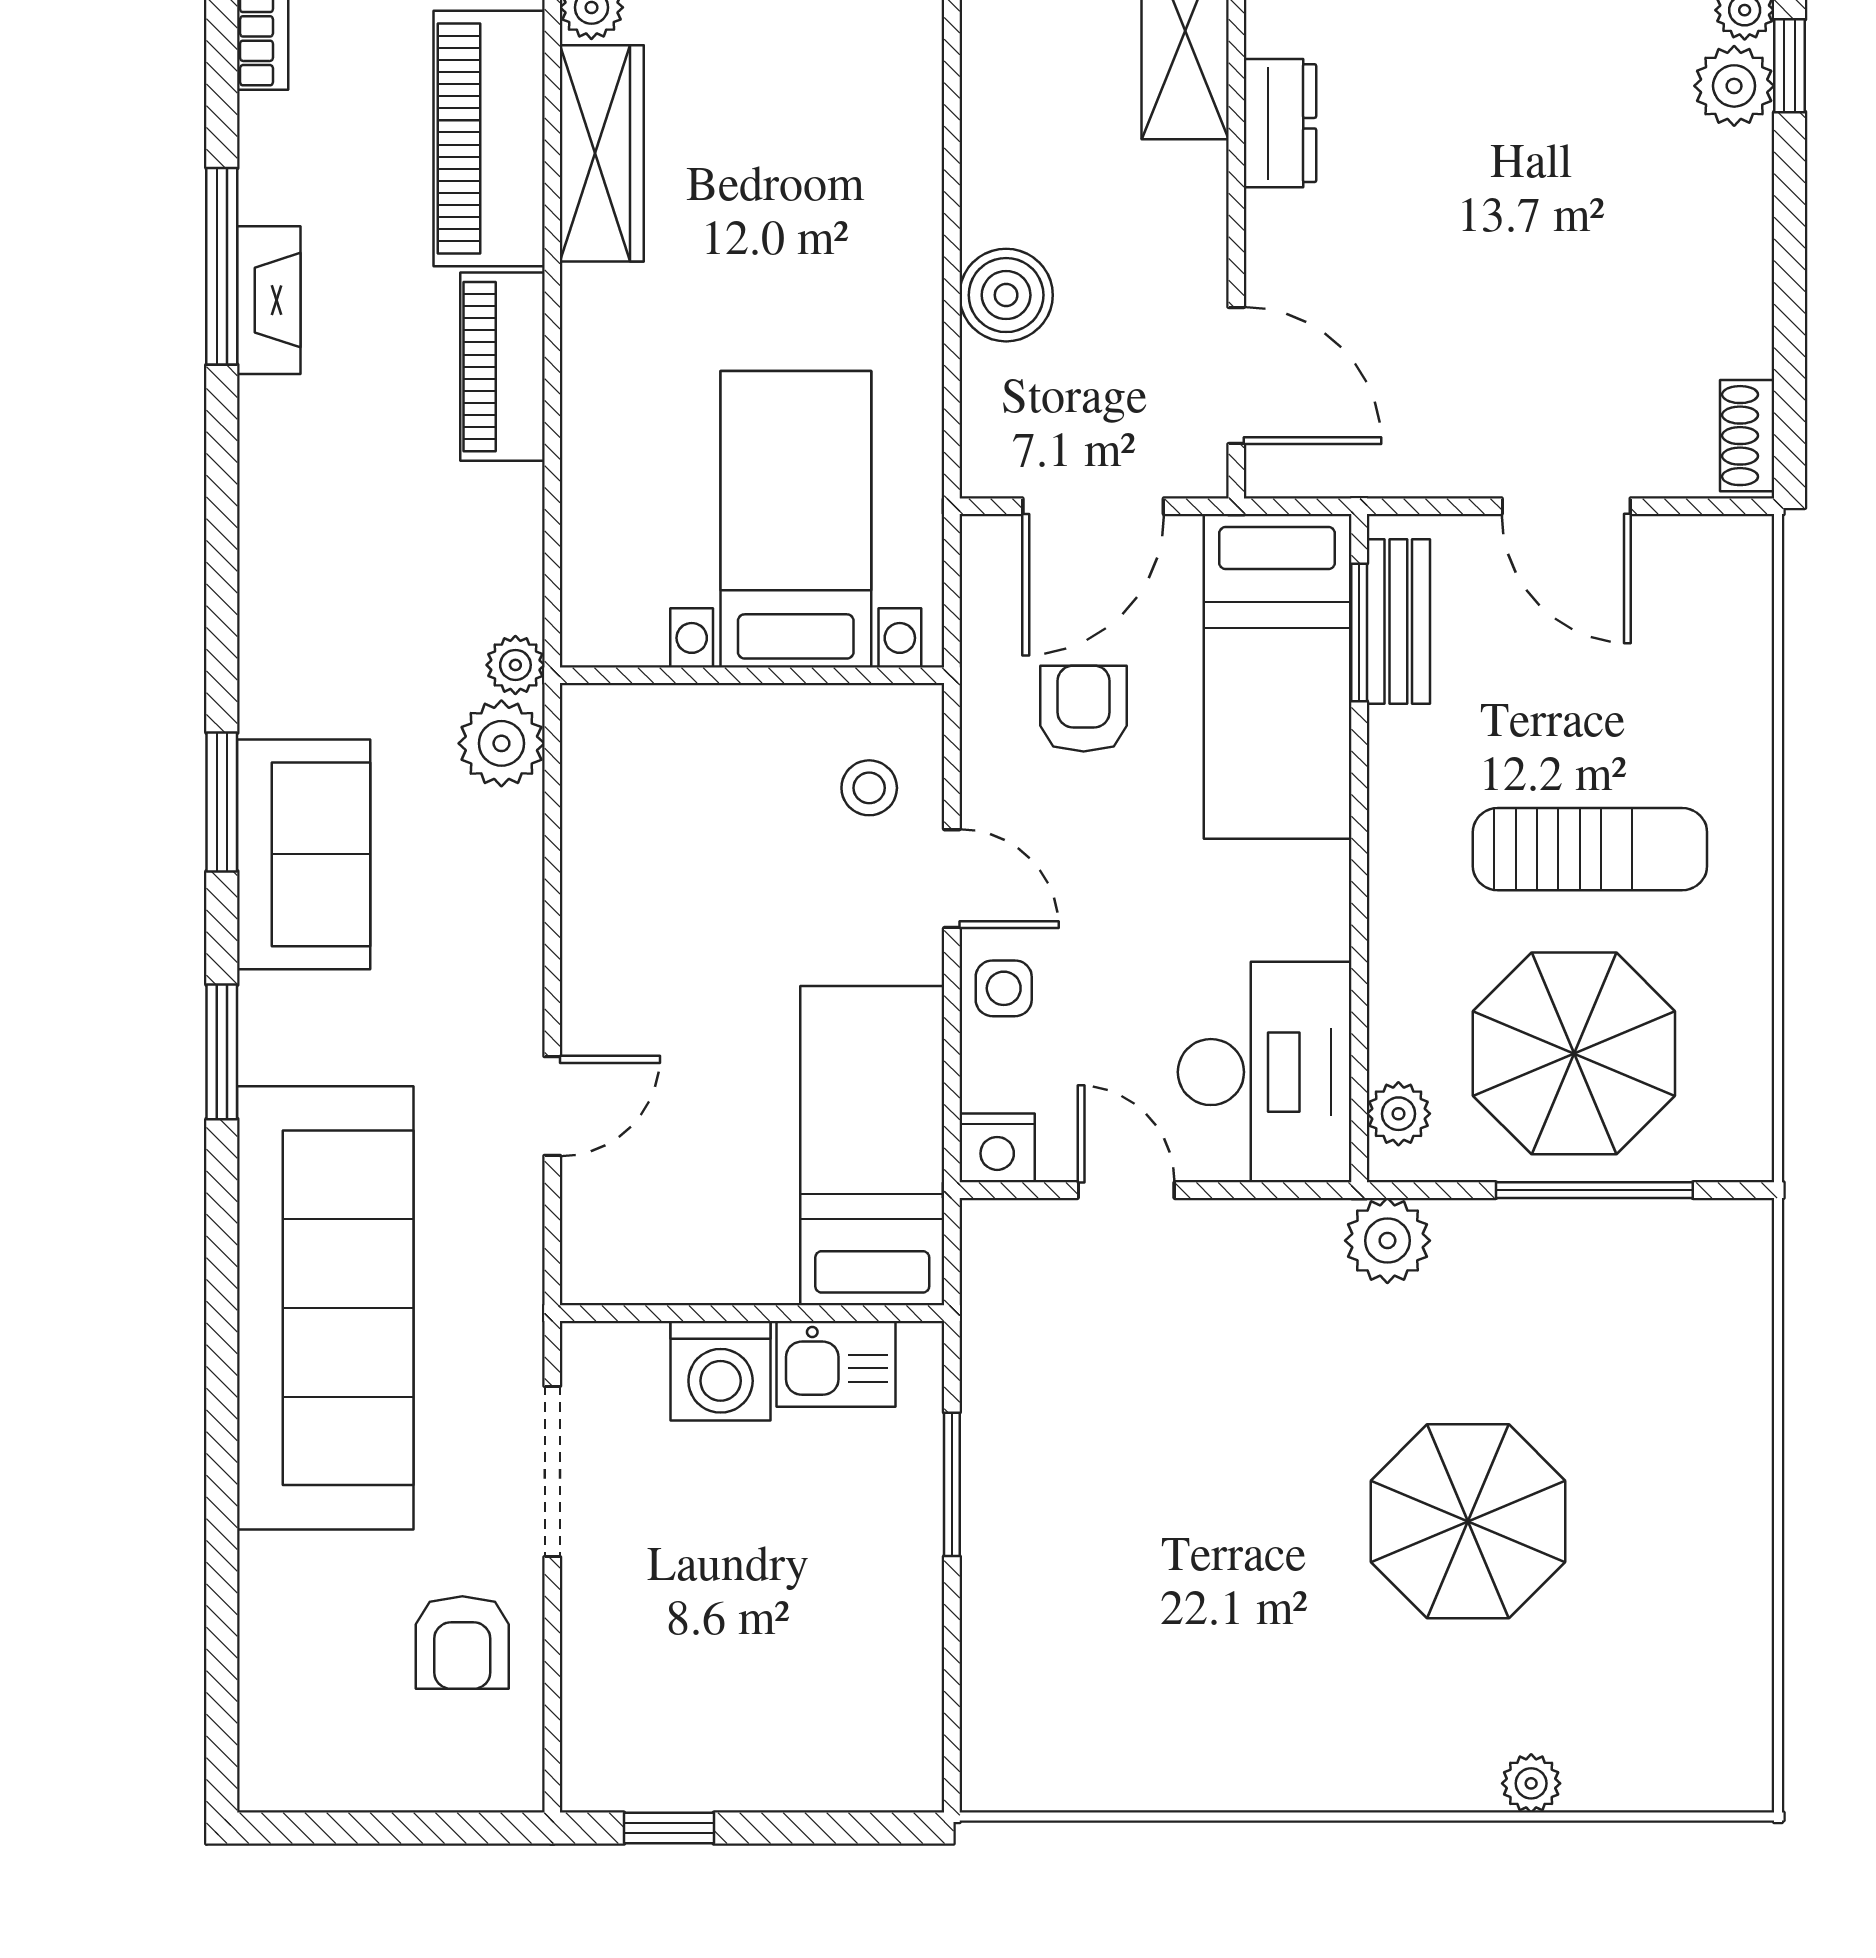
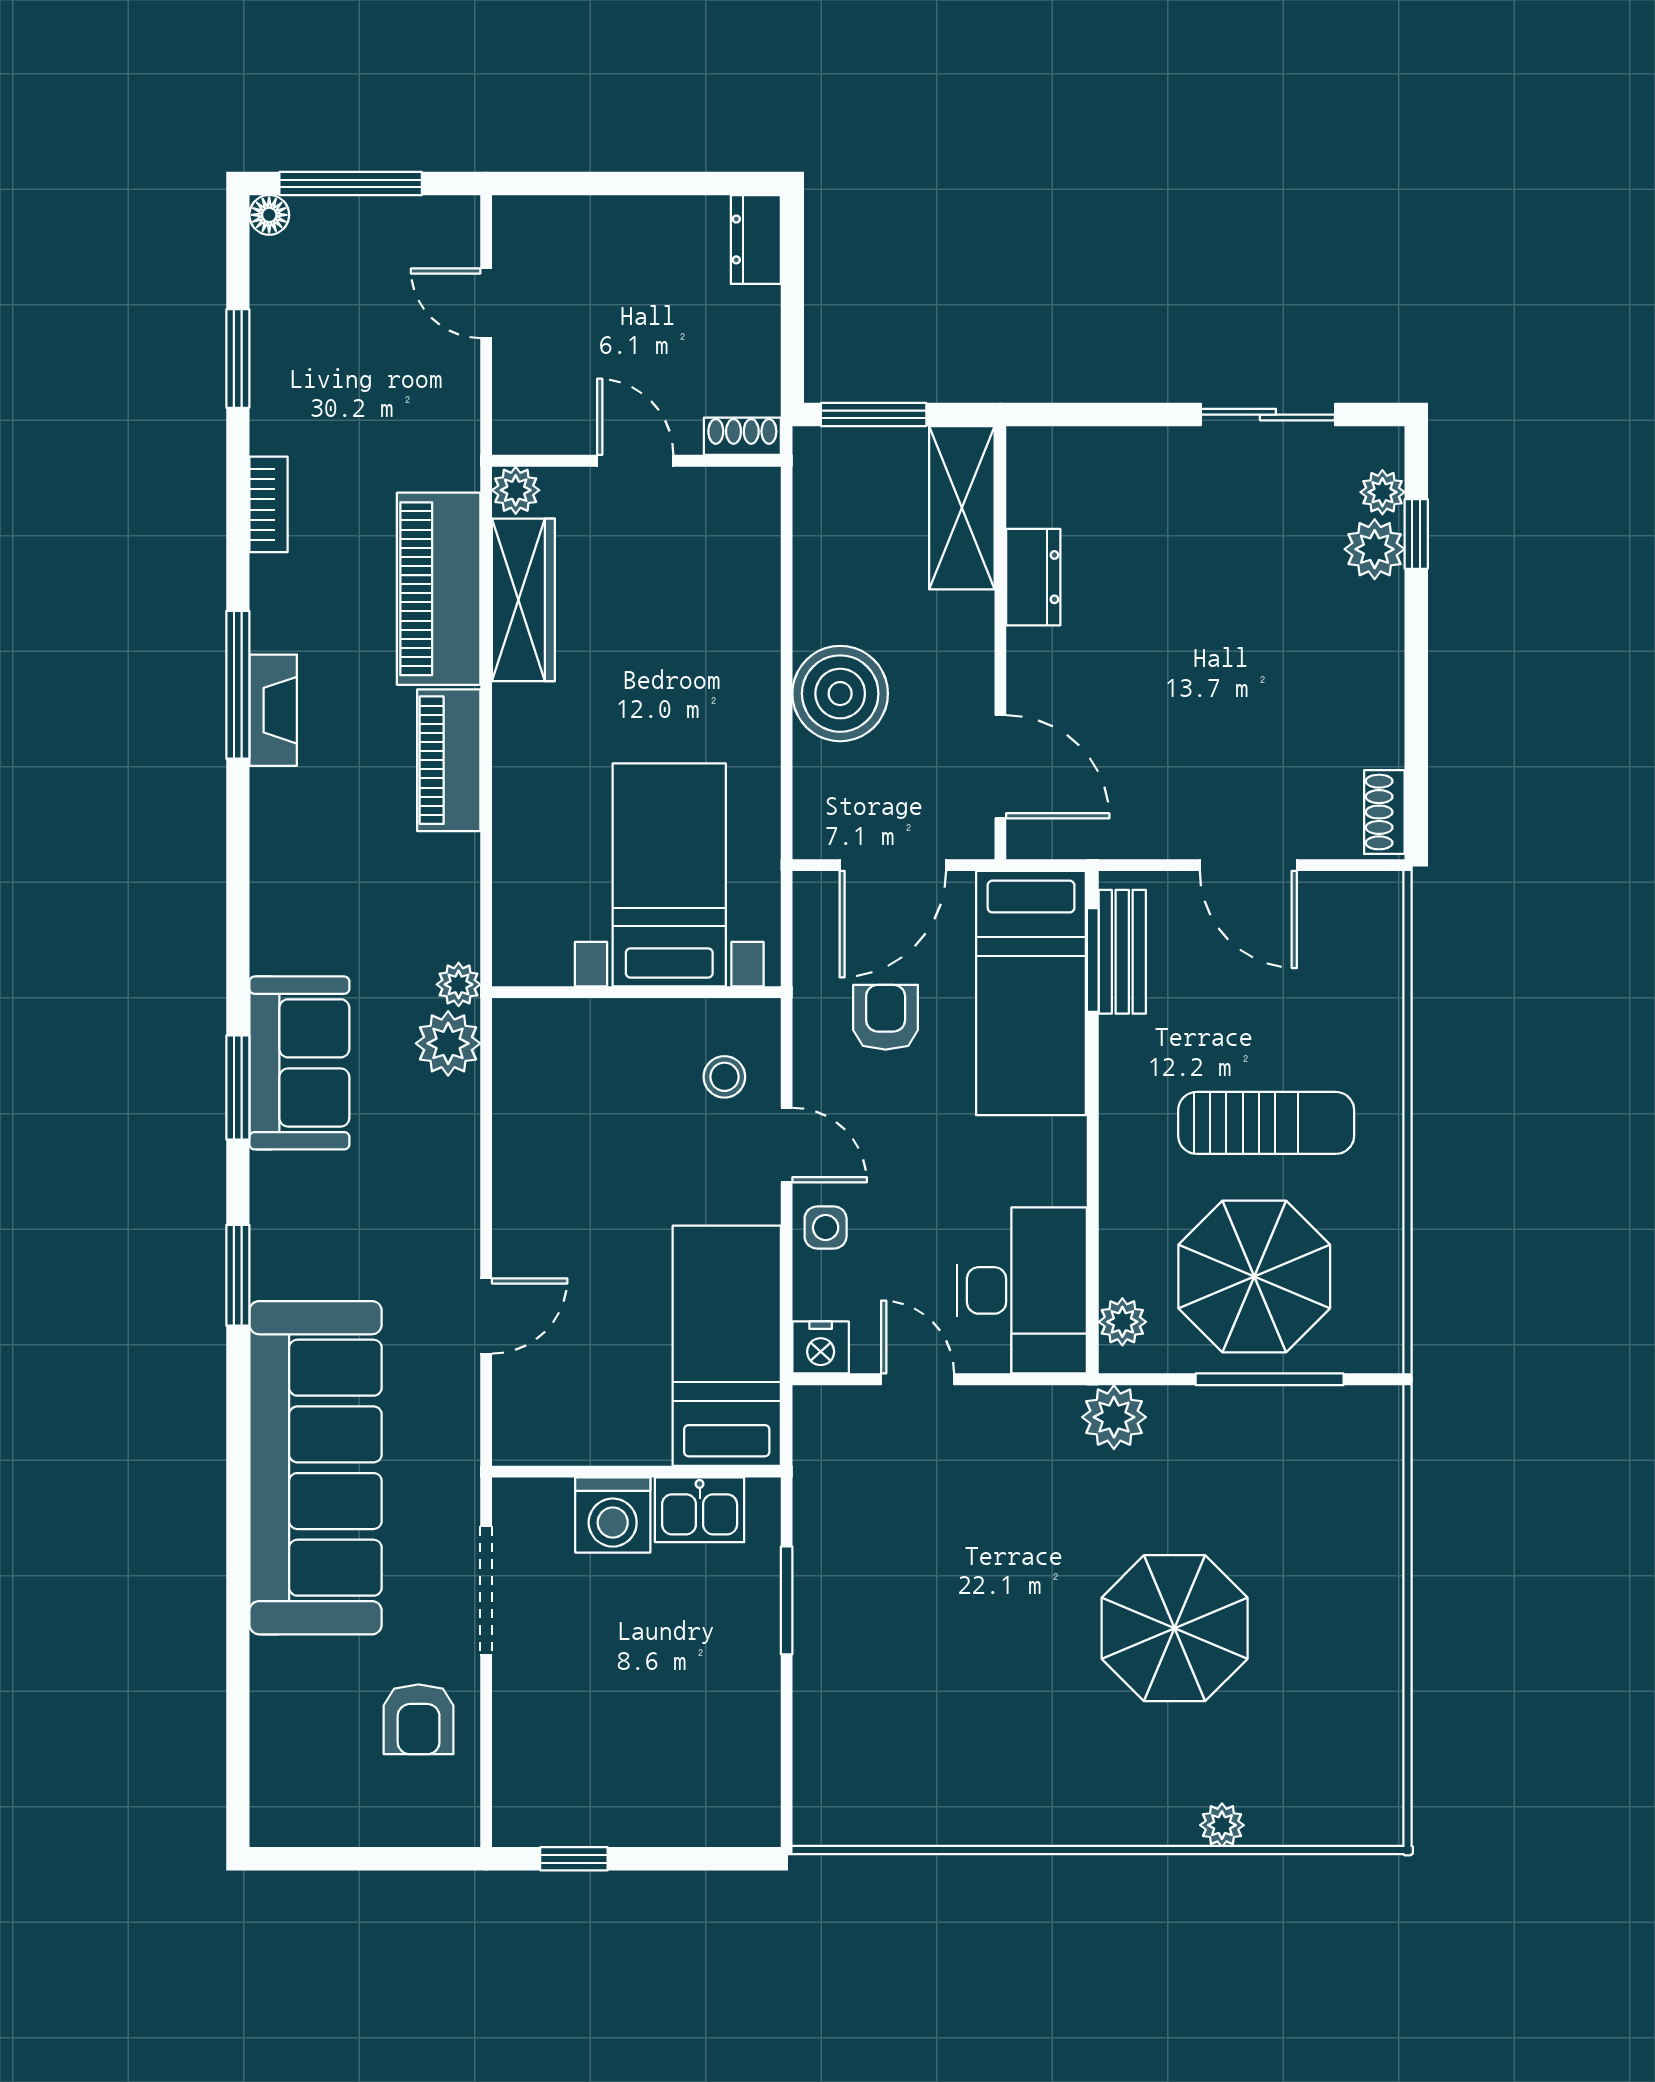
boiler: (1006, 295) -> (840, 694), width x1.37, depth x1.37
sofa: (304, 854) -> (299, 1063), moved

